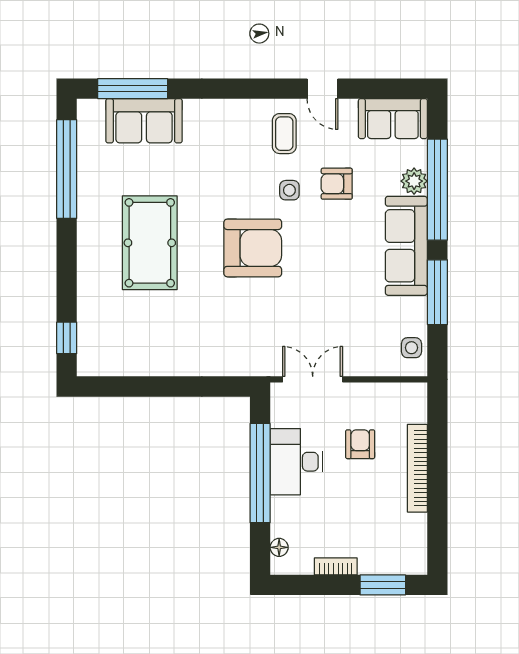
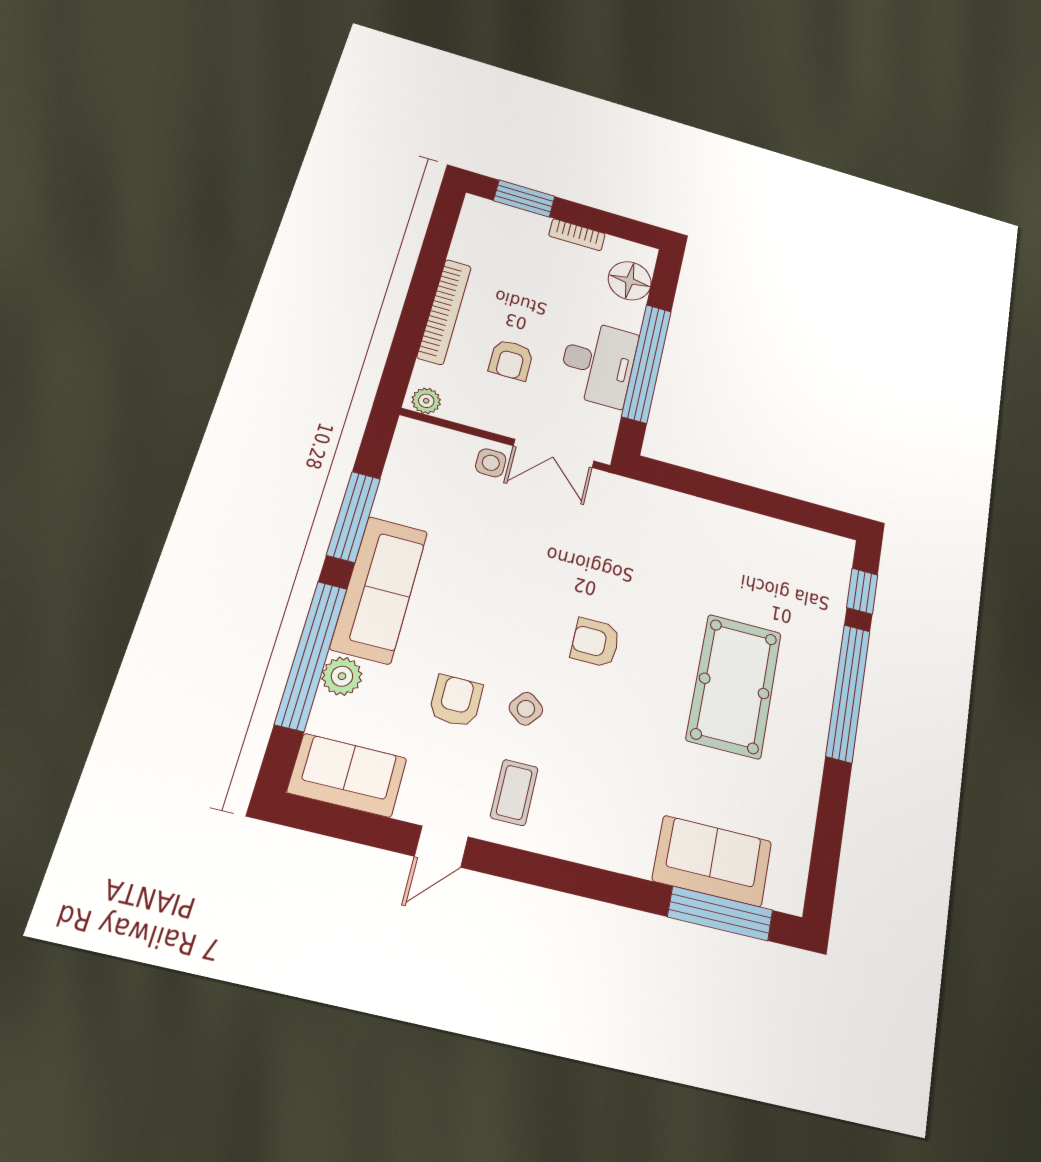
door: (322, 89) -> (441, 847), swing flipped
window: (67, 169) -> (848, 693), moved
armchair: (337, 184) -> (456, 701), turned -90
side table: (289, 190) -> (526, 709), turned 38
armchair: (253, 248) -> (595, 643), width x0.53, depth x0.53
side table: (411, 348) -> (491, 463), moved
plant: (412, 393) -> (426, 401), added
floor lamp: (279, 547) -> (630, 281), width x1.89, depth x1.89

